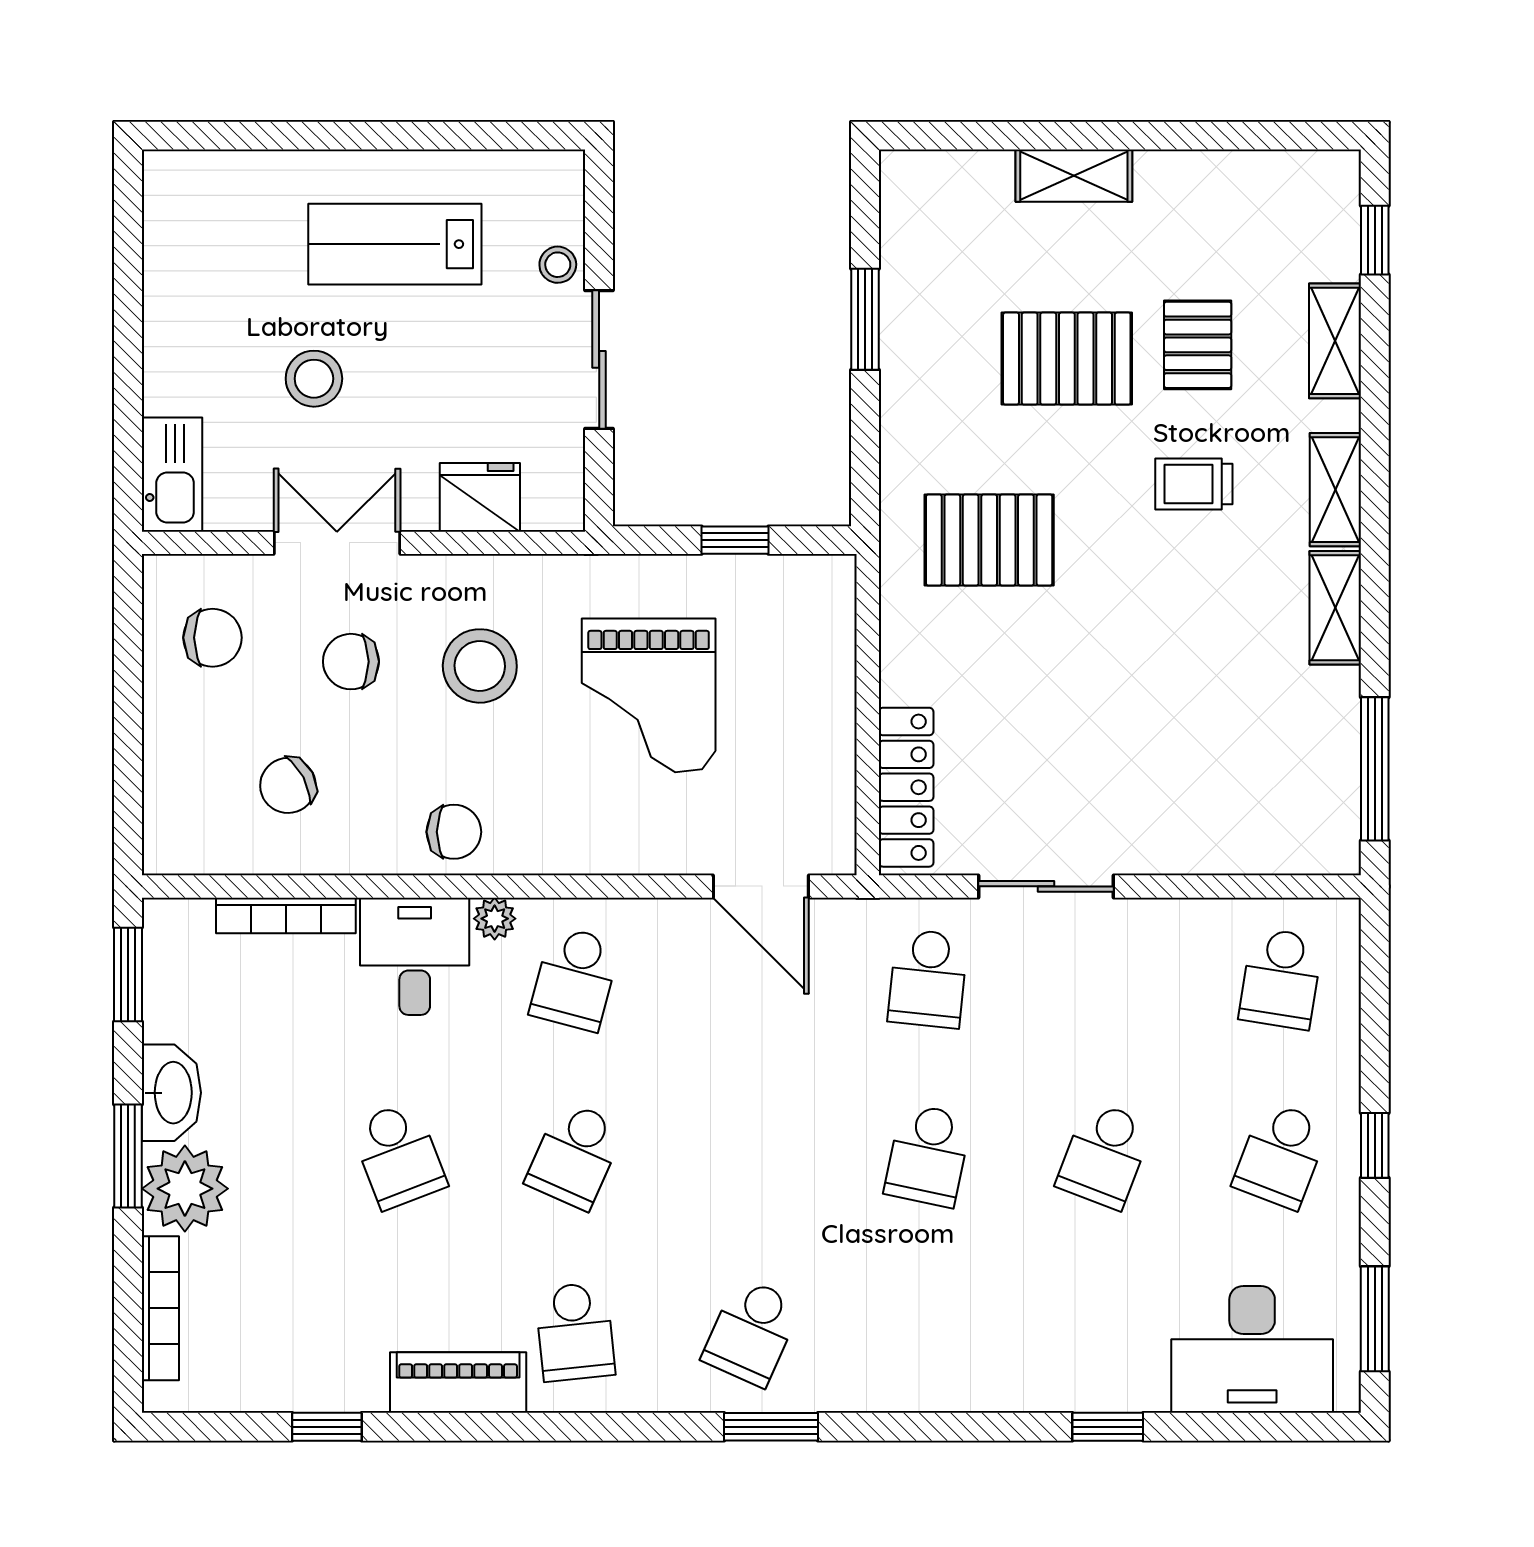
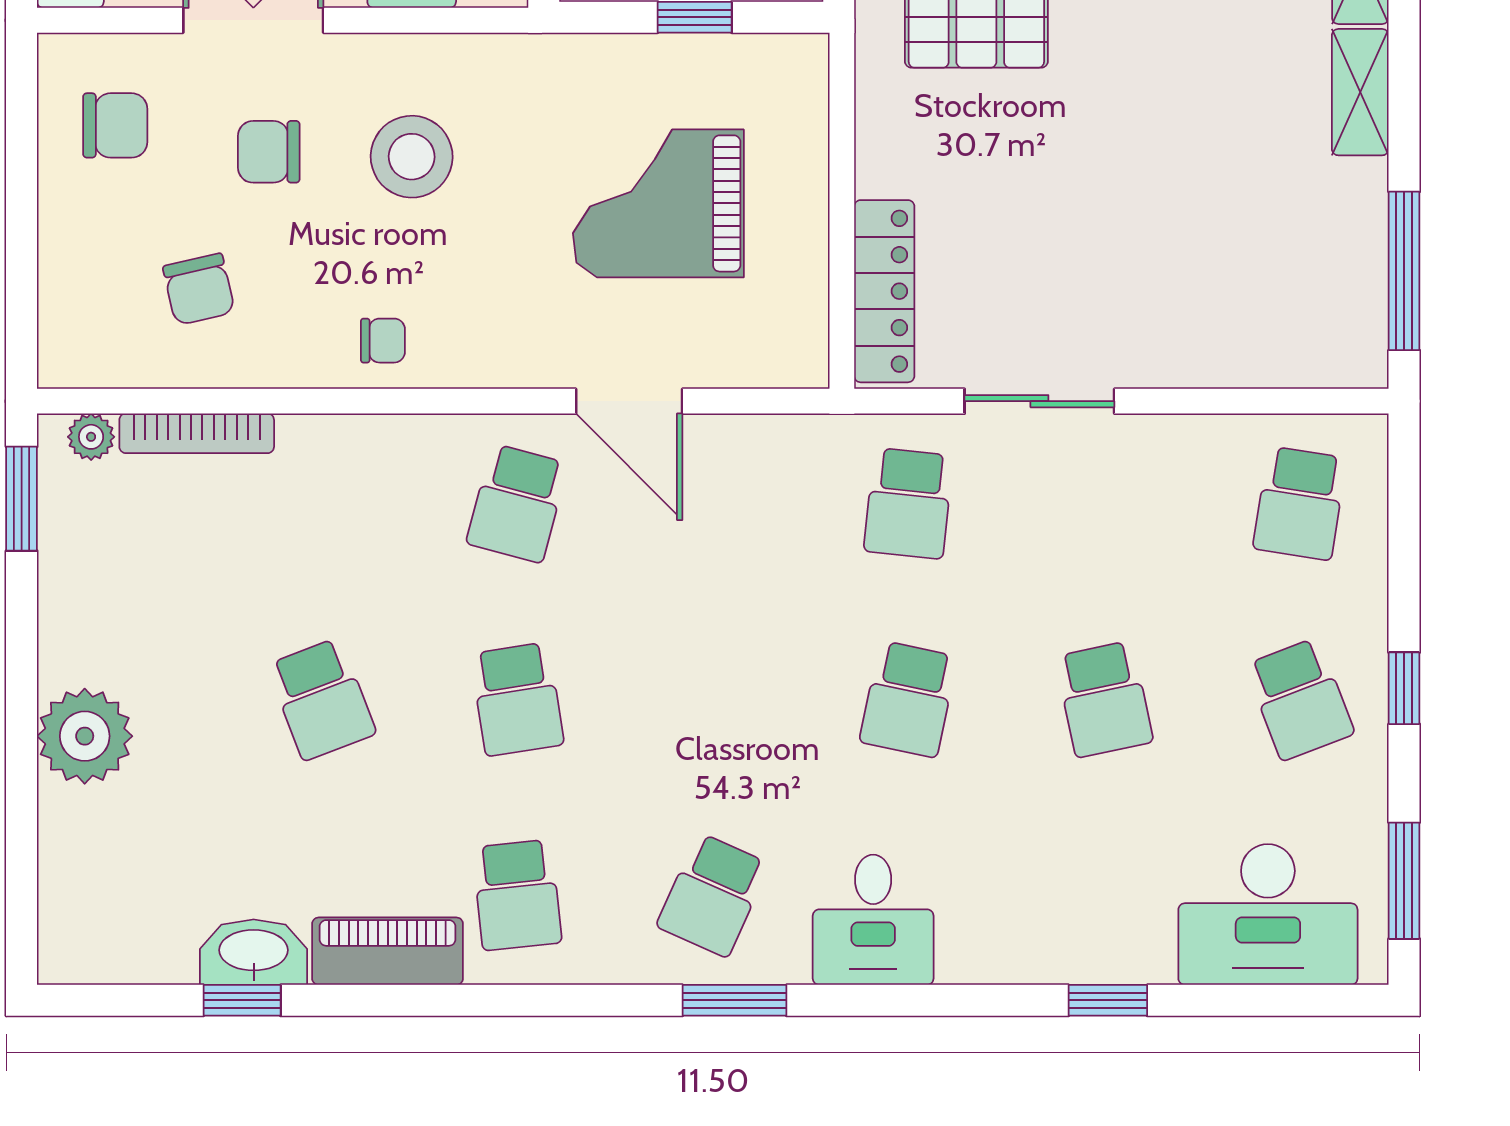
grand piano: (649, 695) -> (658, 203), moved, turned 90
chair: (288, 785) -> (199, 289), turned -75
chair: (454, 832) -> (383, 341), width x0.73, depth x0.73
door: (761, 886) -> (629, 401), moved
plant: (495, 919) -> (91, 437), moved
desk: (415, 956) -> (873, 920), moved, turned 180
washbasin: (171, 1093) -> (254, 952), moved, turned -90
school desk: (575, 1155) -> (517, 699), turned -33
school desk: (1104, 1155) -> (1104, 699), turned -33
school desk: (1281, 1155) -> (1300, 699), turned -42
window: (128, 1156) -> (22, 700), removed
bookcase: (160, 1308) -> (57, 869), removed

